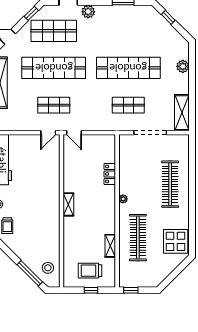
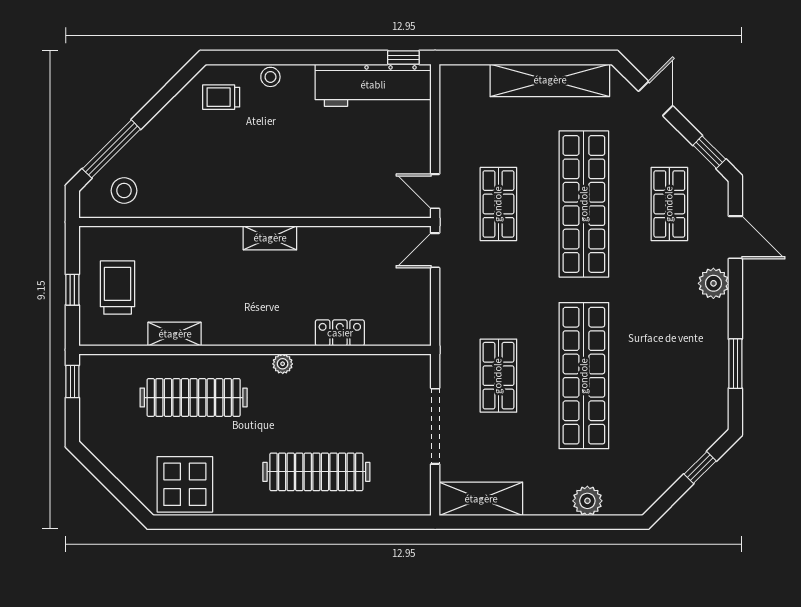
shop shelf: (54, 31) -> (669, 204), width x0.70, depth x0.74

